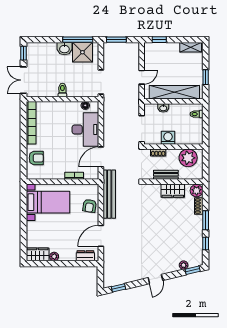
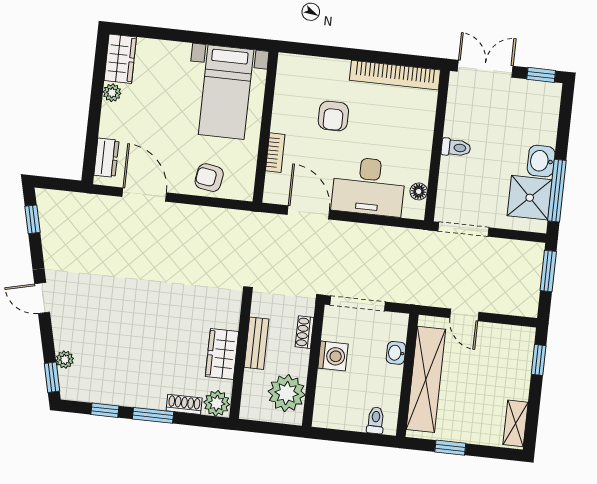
armchair: (36, 158) -> (333, 116), moved
bench: (109, 194) -> (229, 221), removed

